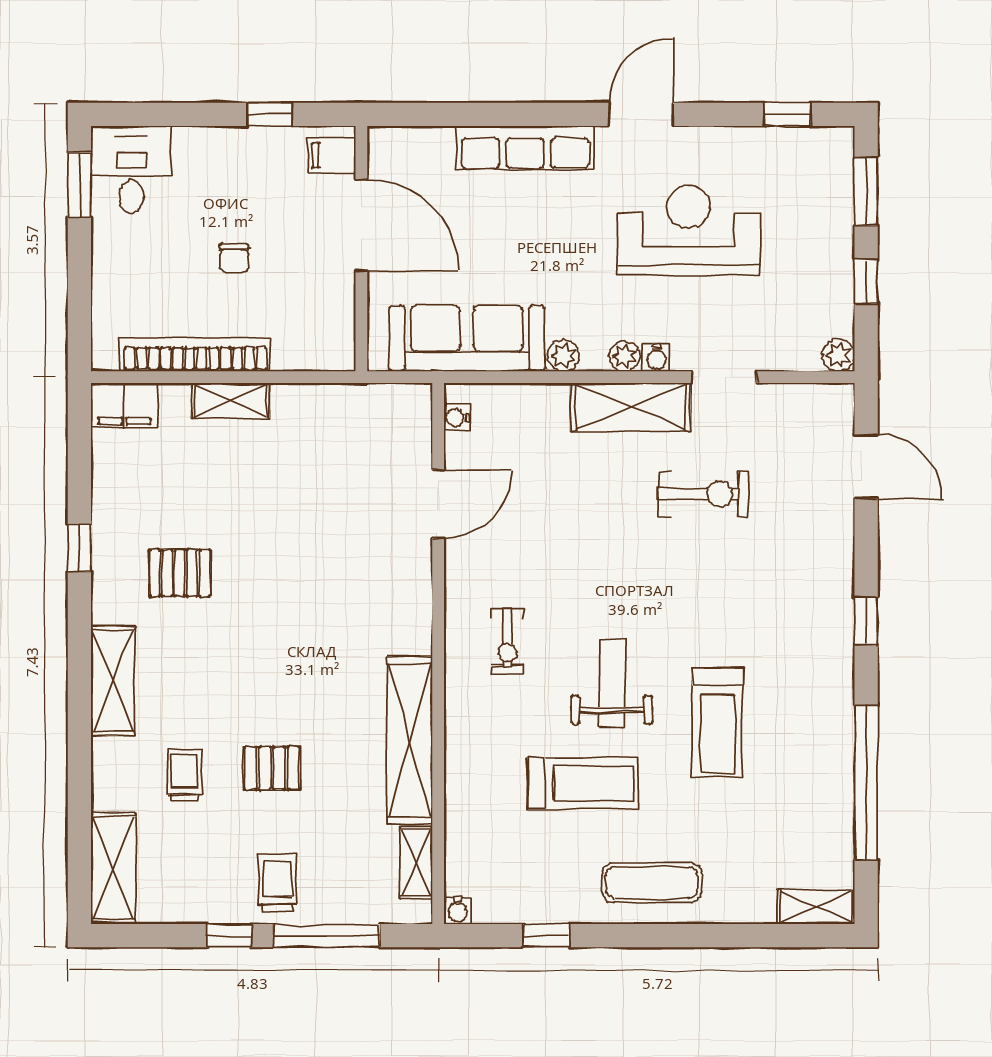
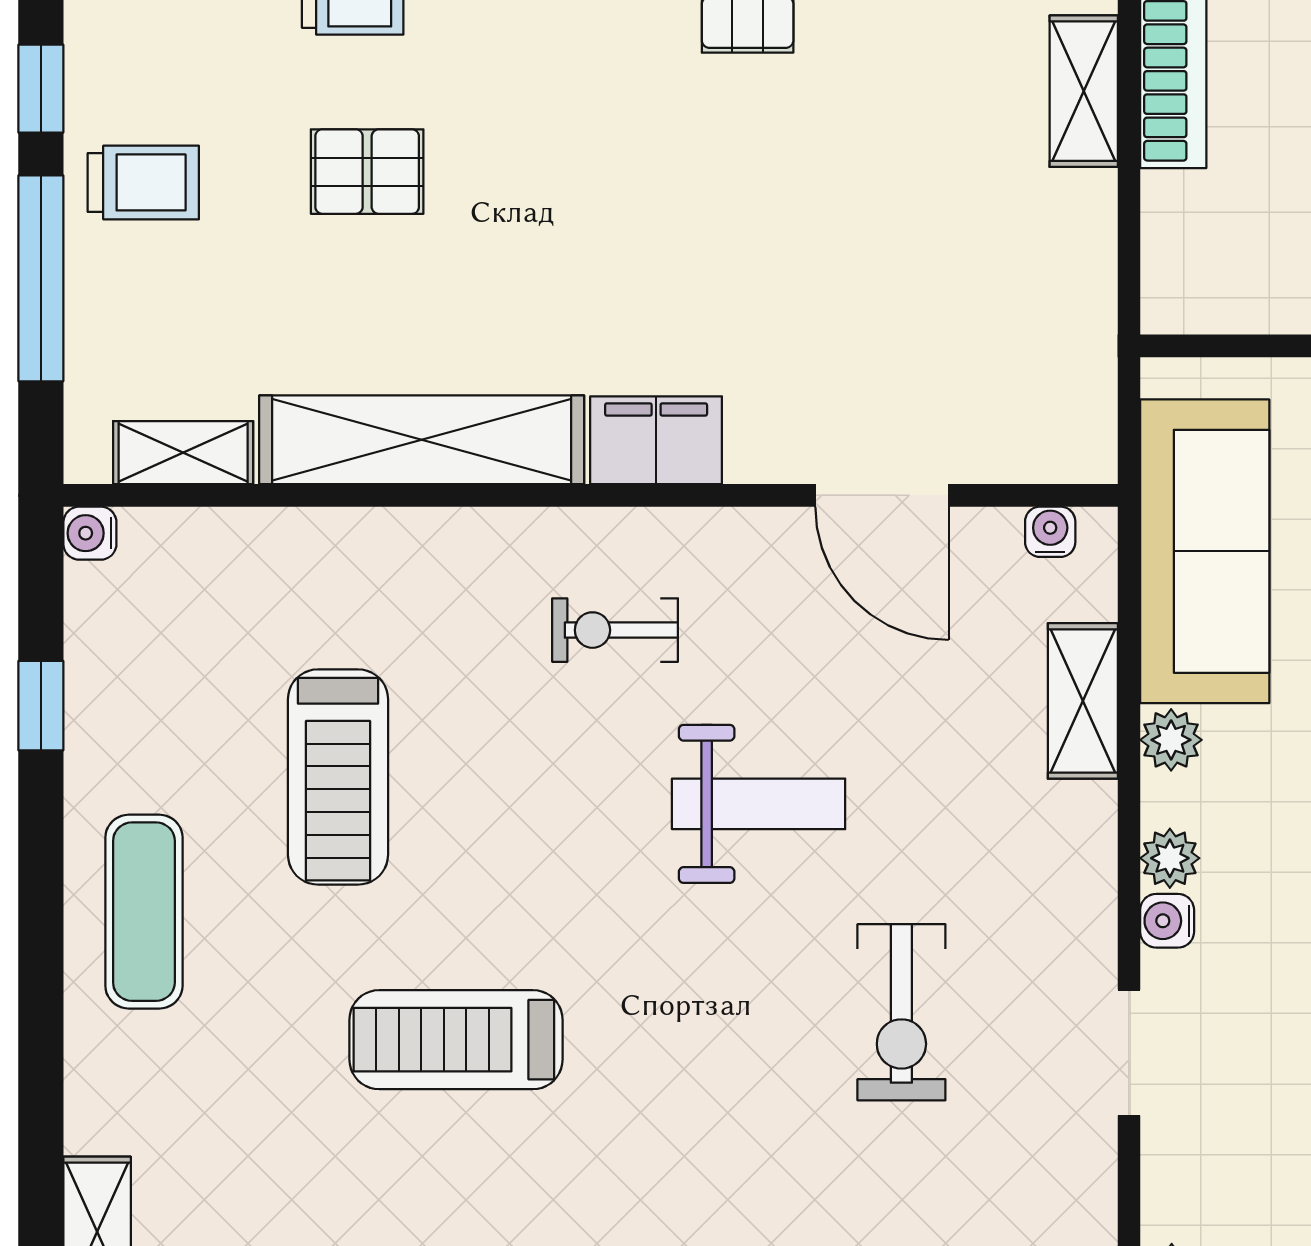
shelving: (631, 407) -> (1083, 701), moved, width x0.67, depth x0.75
filing cabinet: (410, 620) -> (656, 440), added
weight bench: (612, 683) -> (759, 804), moved
pallet: (272, 768) -> (367, 172), turned 90

